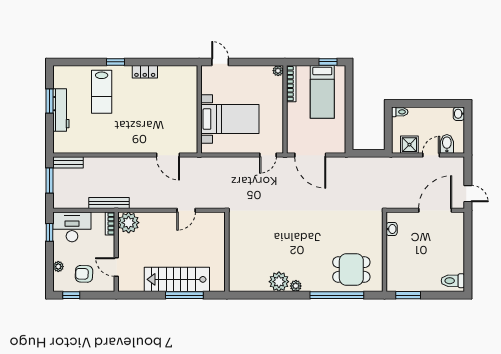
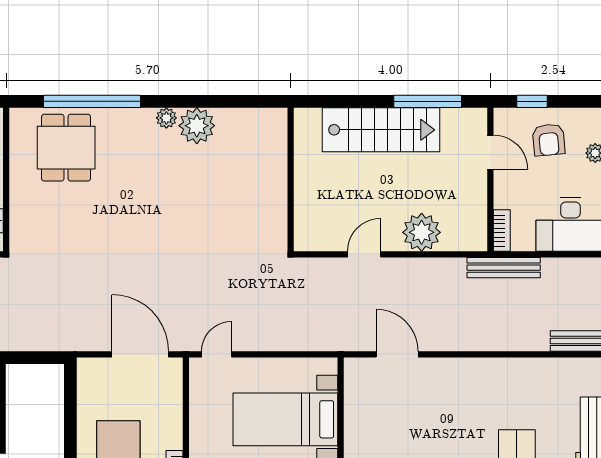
plant: (129, 223) -> (422, 232), moved
dining table: (351, 269) -> (66, 148), turned 90
armchair: (84, 274) -> (549, 140), turned 83
window: (71, 295) -> (532, 101), moved
window: (184, 295) -> (428, 101), moved

